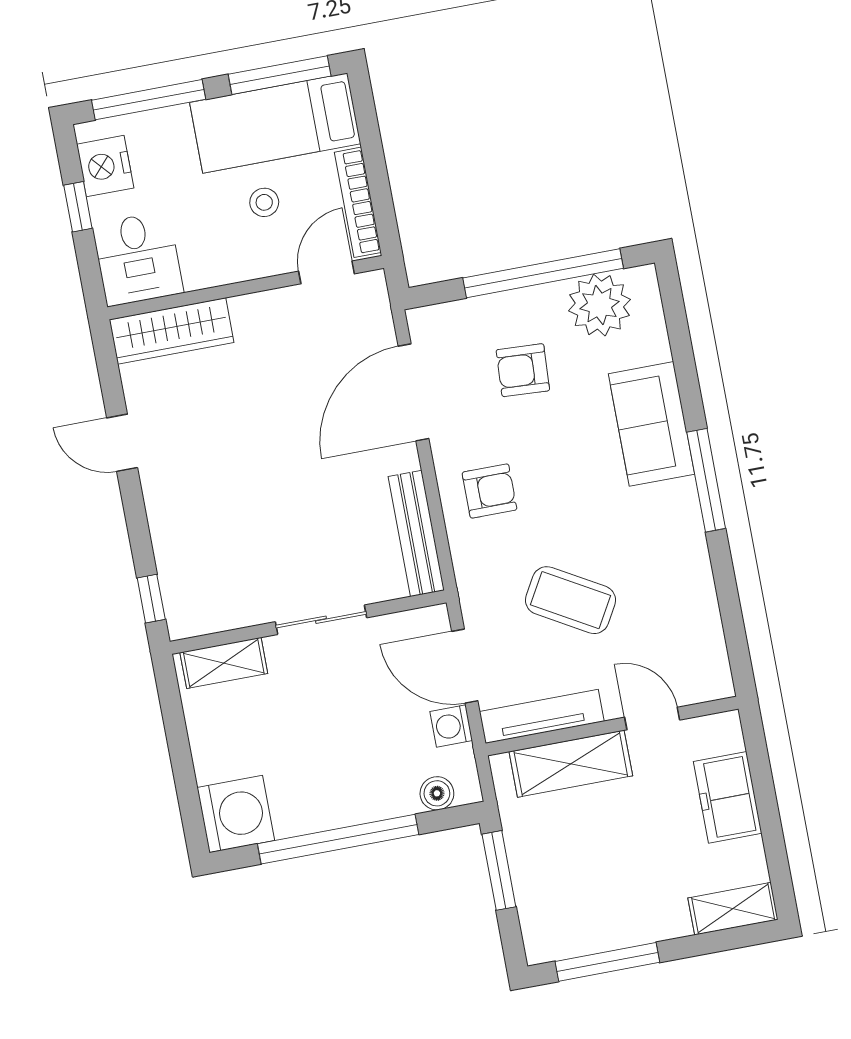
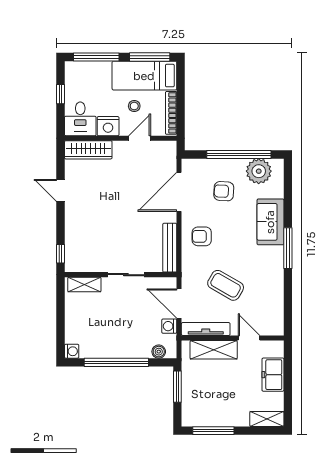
nightstand: (105, 166) -> (108, 126), moved, turned -90
door: (326, 272) -> (140, 138), moved
armchair: (489, 491) -> (202, 236), turned 180
washing machine: (236, 814) -> (72, 351), width x0.53, depth x0.53

